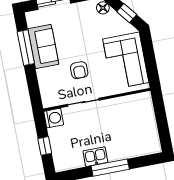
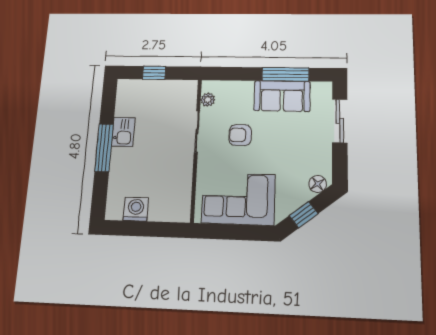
plant: (57, 100) -> (208, 100), added
washing machine: (54, 118) -> (136, 209), moved, turned 180

